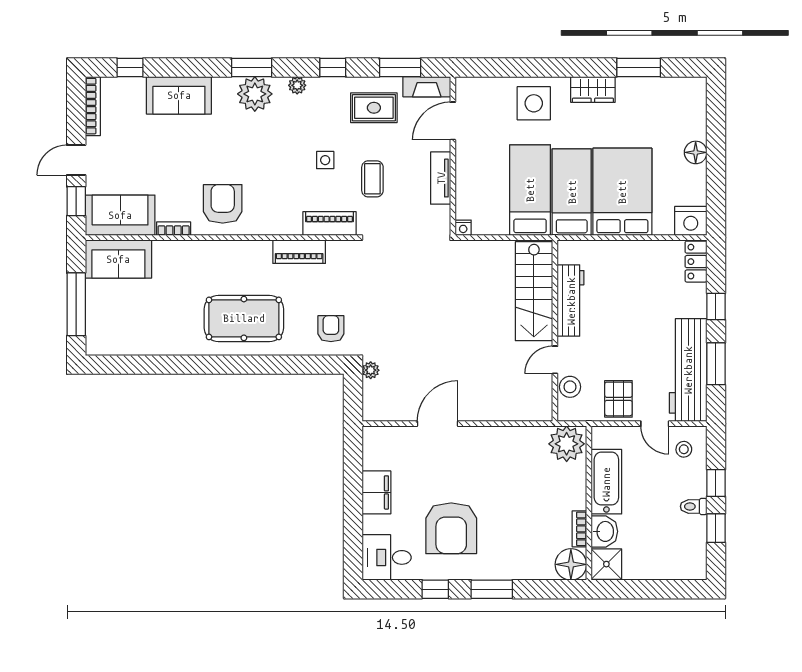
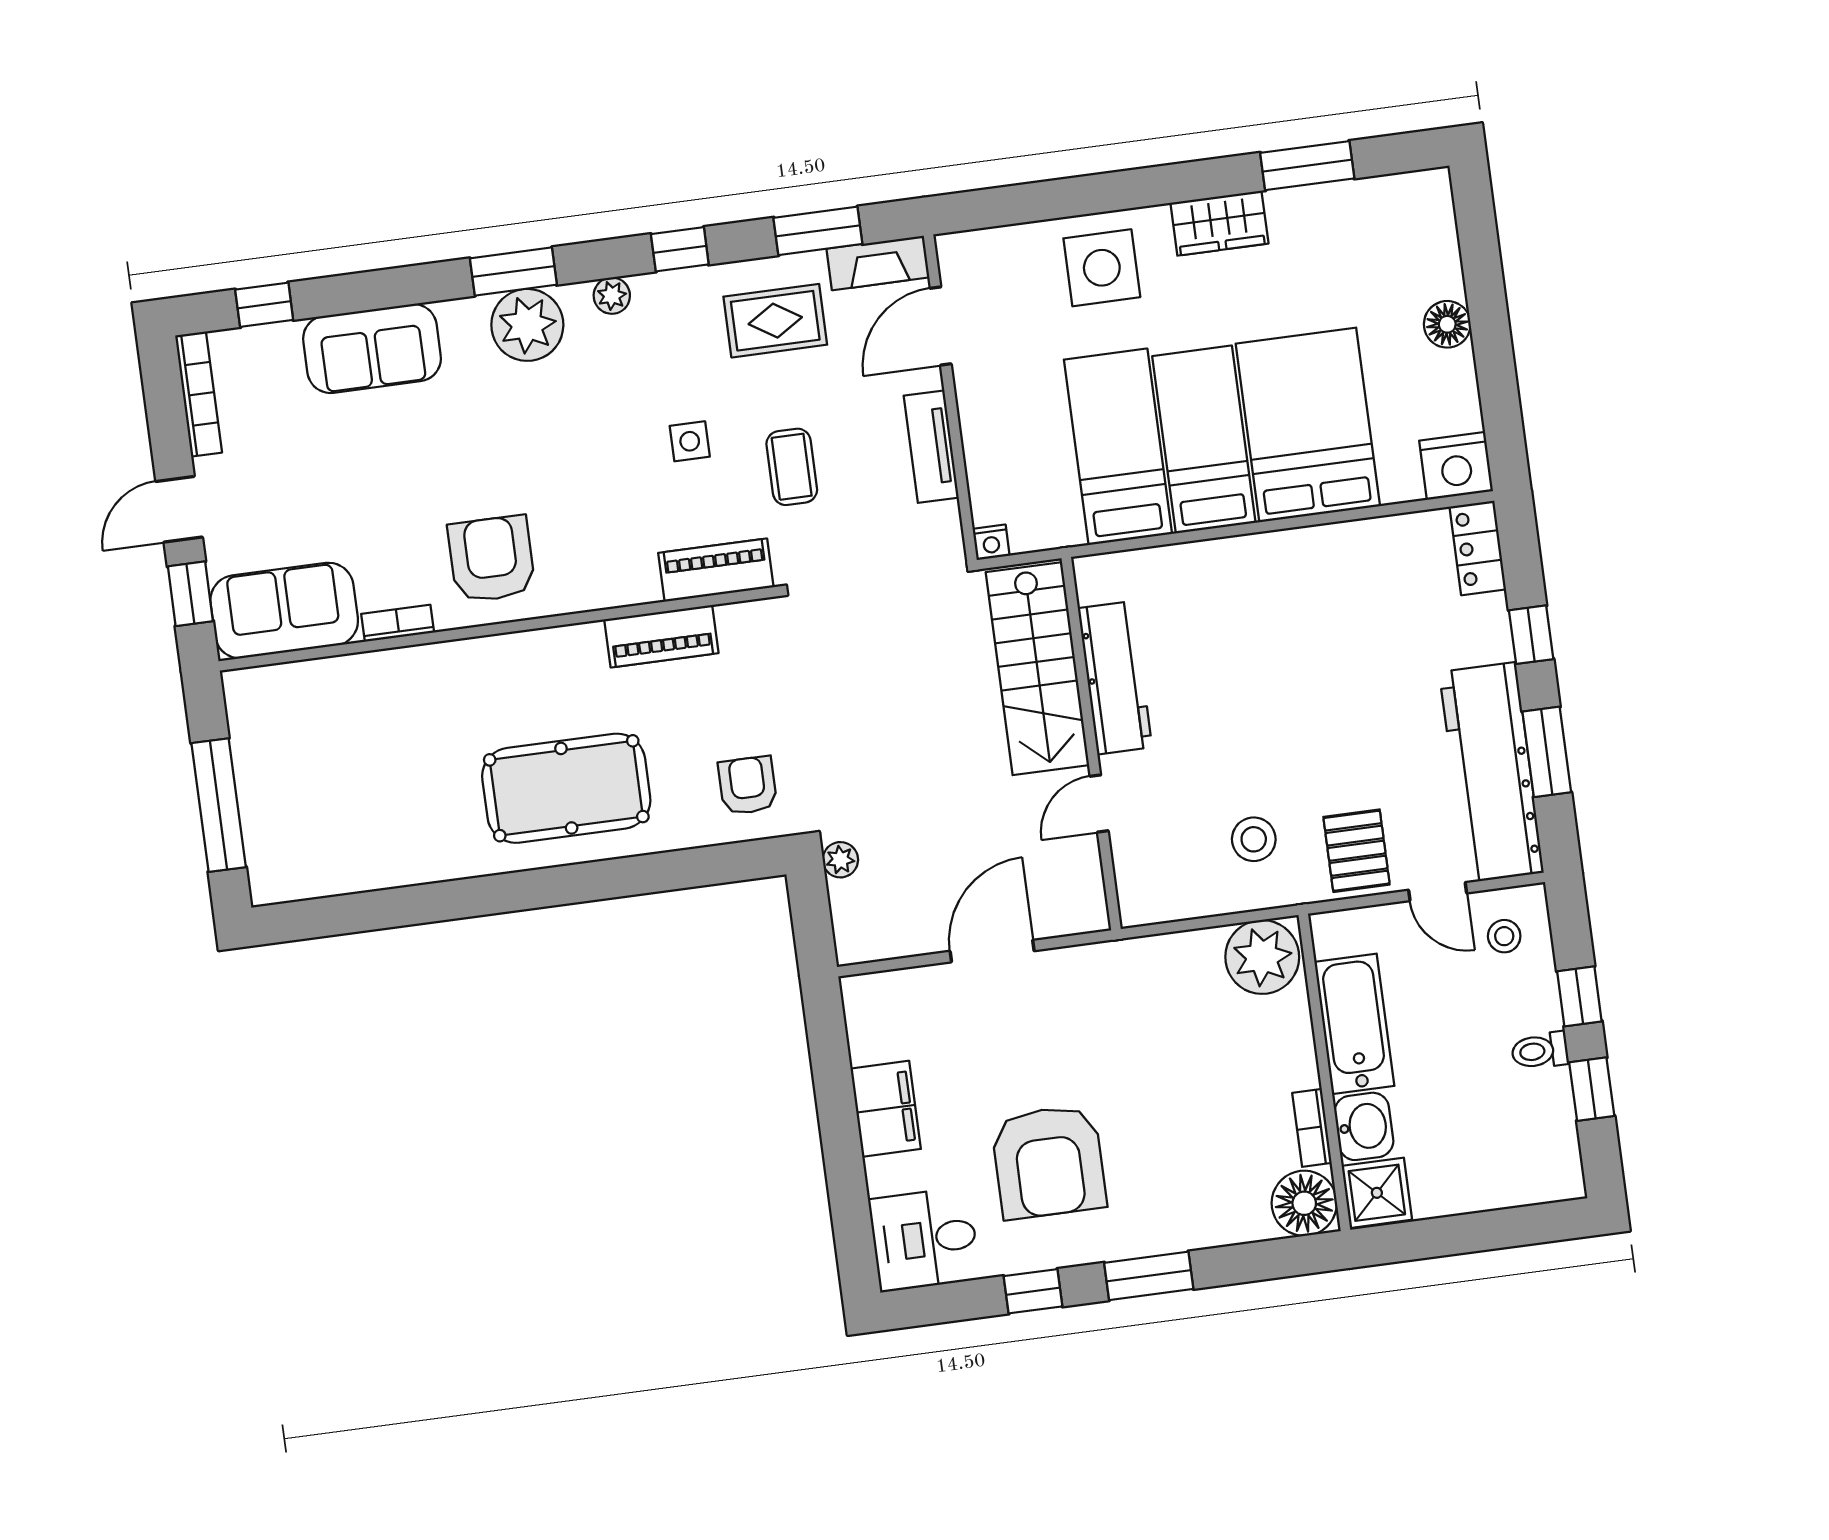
sofa: (118, 259) -> (293, 701), removed
stairs: (534, 291) -> (1037, 669), moved
workbench: (571, 301) -> (1115, 678), moved
wall: (555, 331) -> (1091, 744), moved
door: (555, 360) -> (1099, 804), moved

